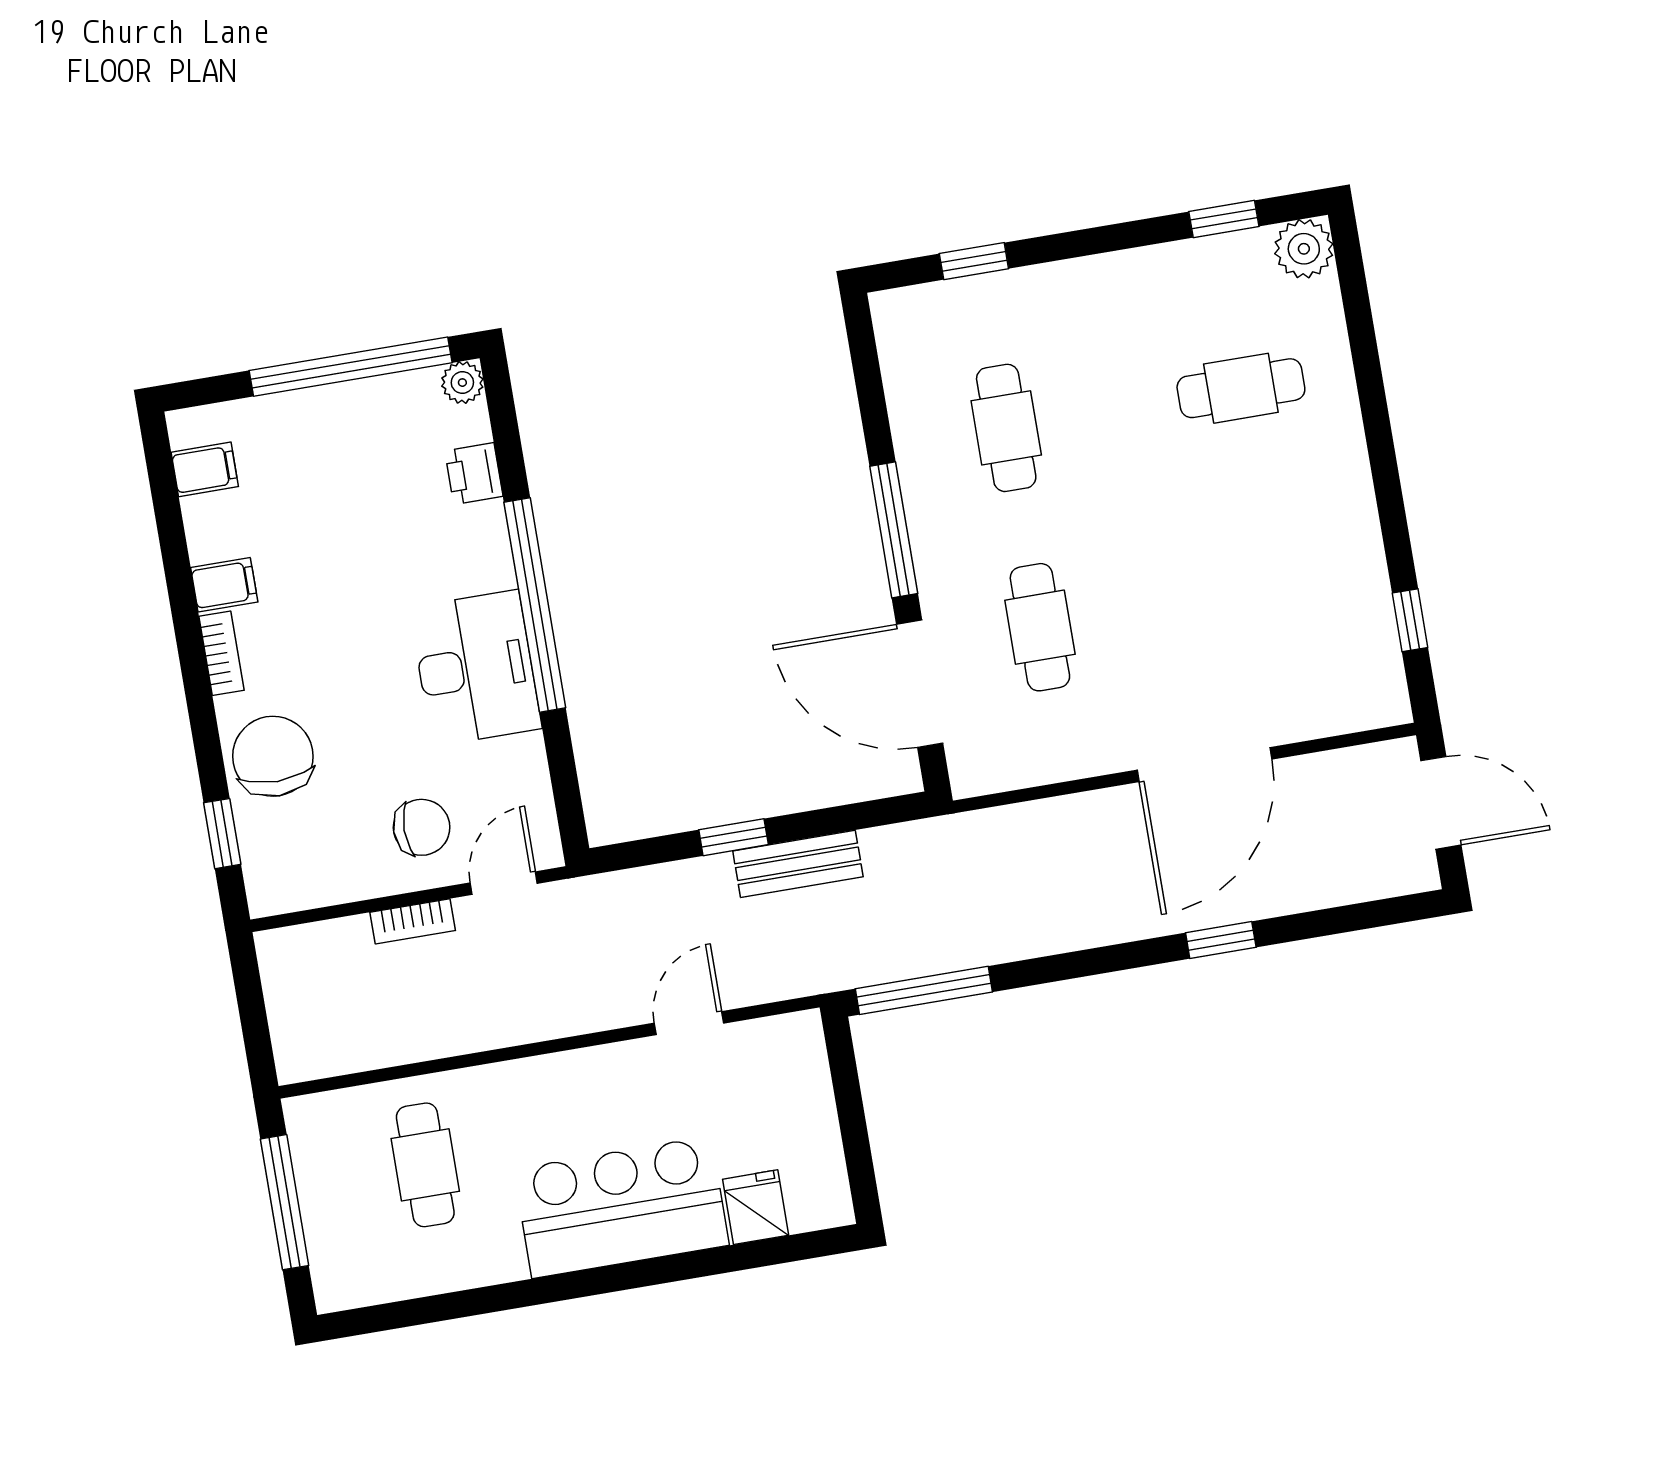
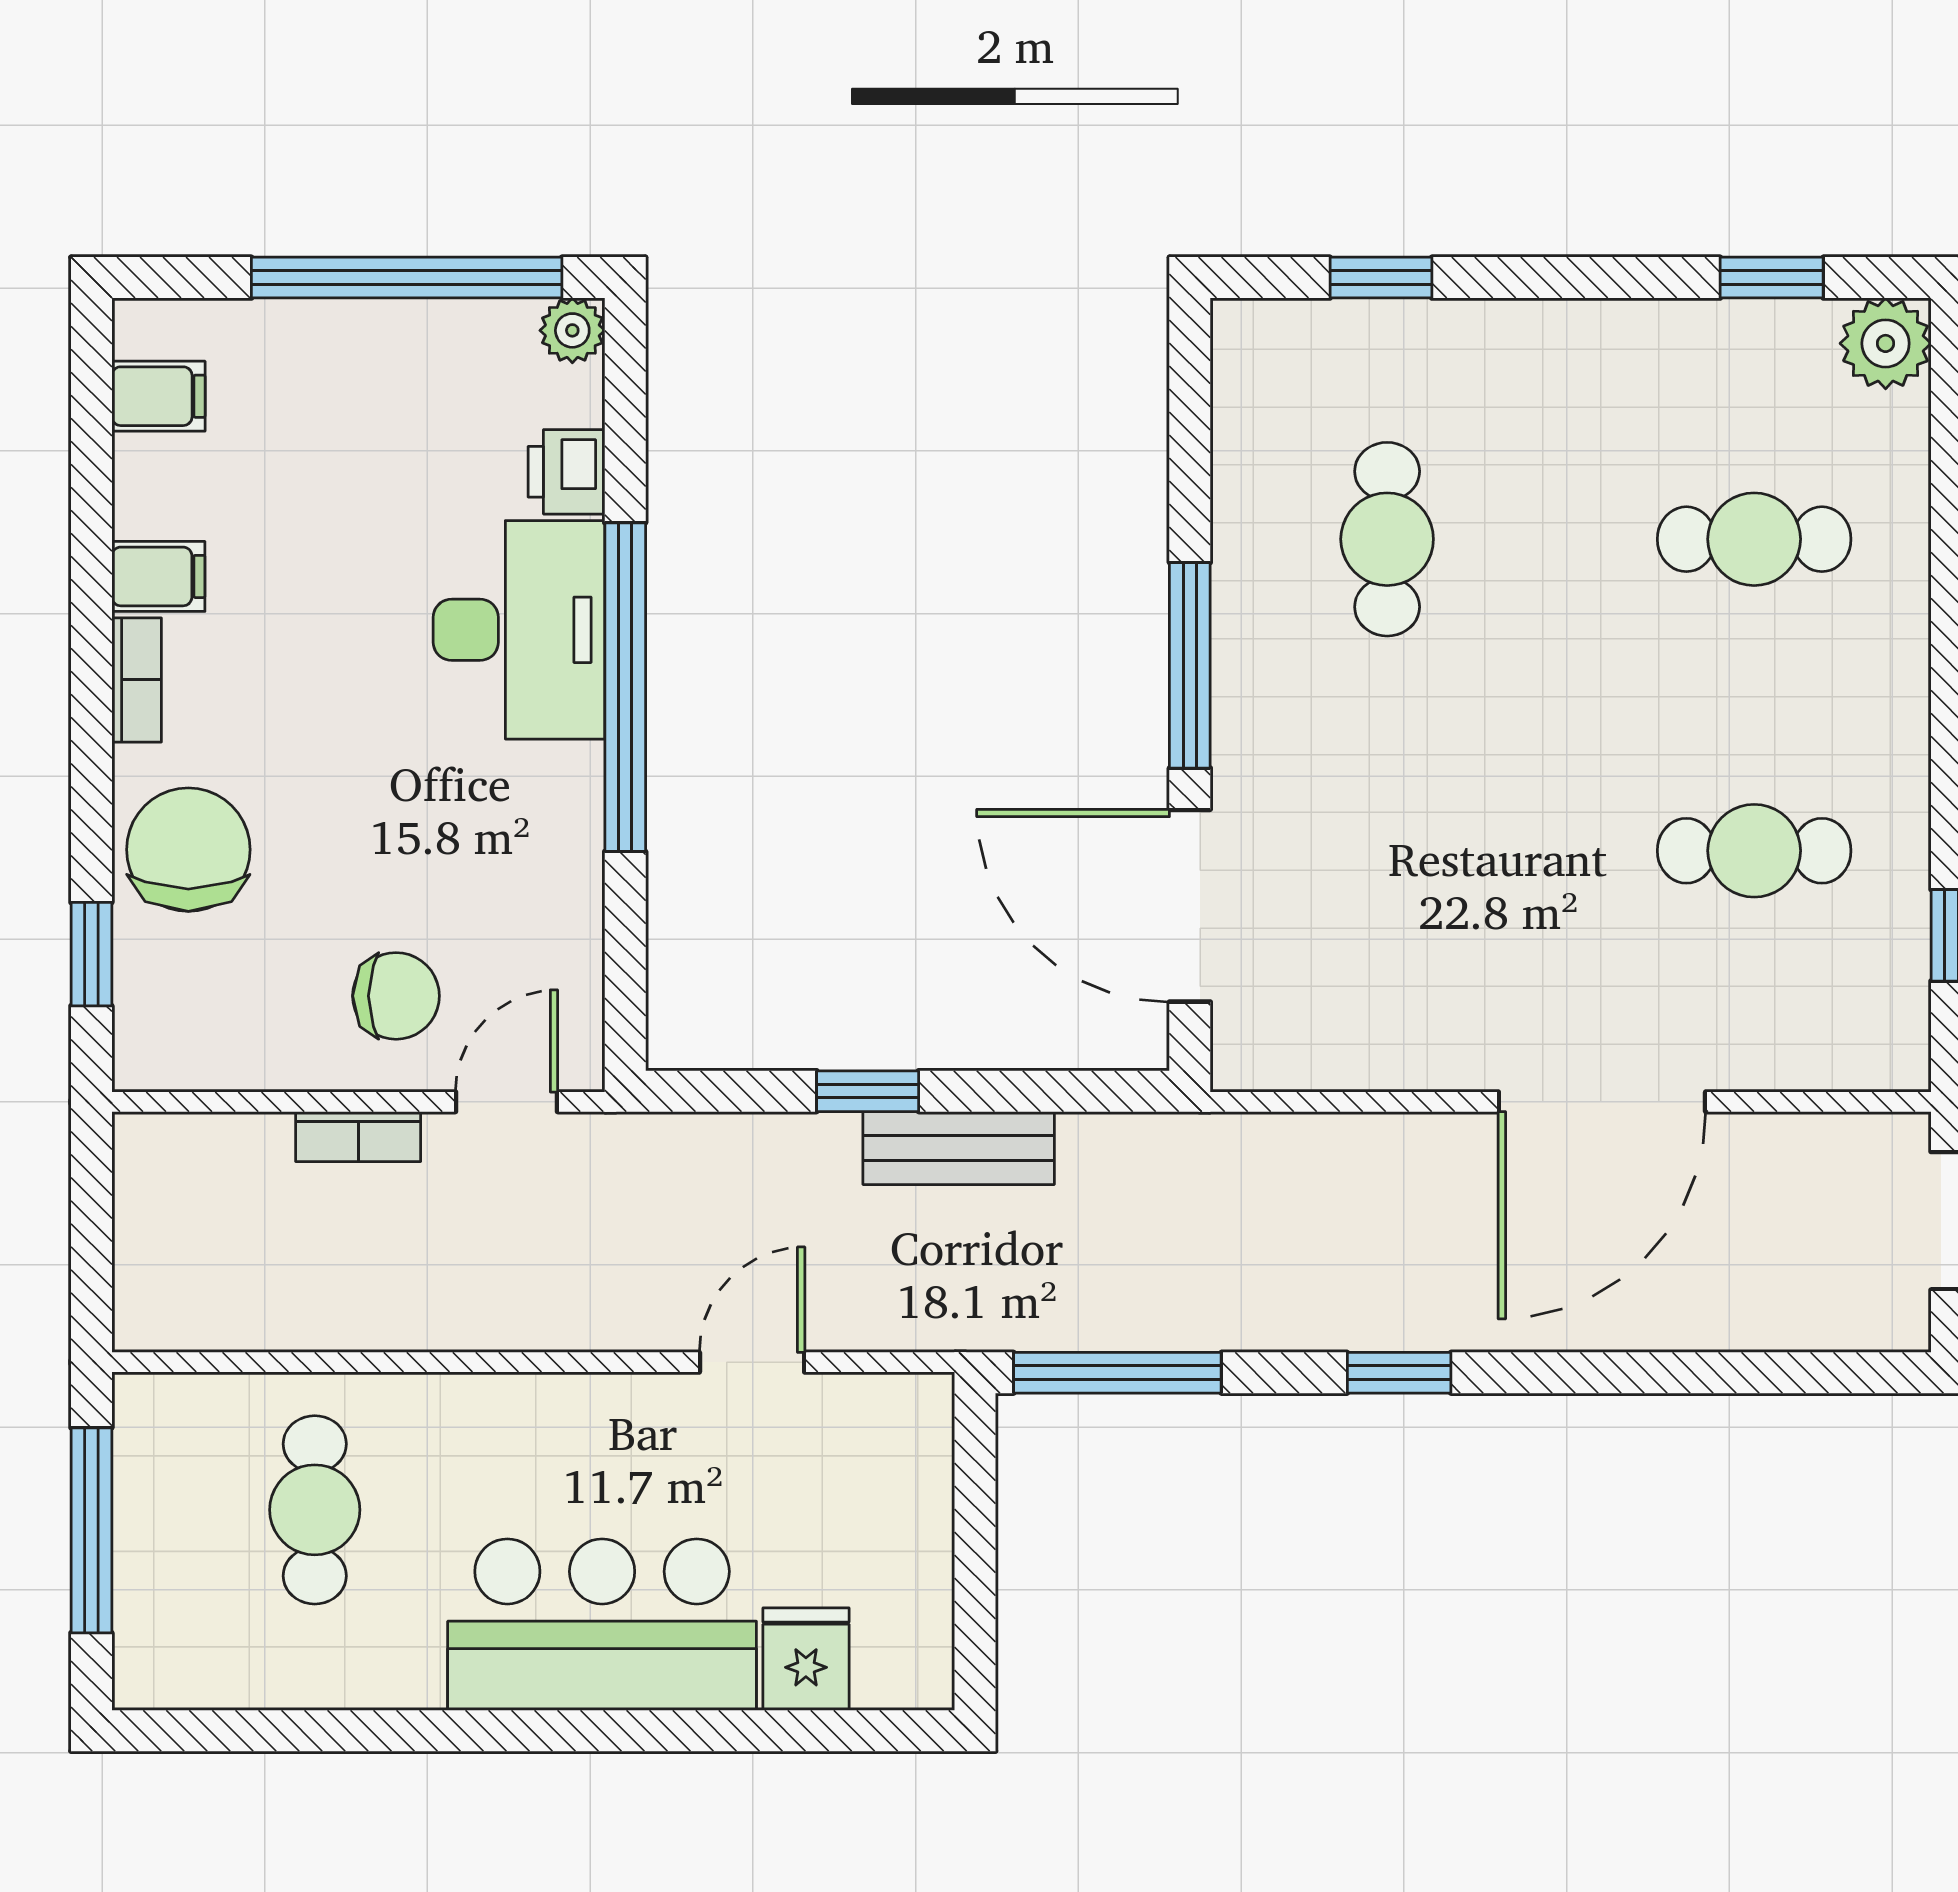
cafe table: (1040, 627) -> (1754, 851), moved, turned 90
desk: (476, 668) -> (519, 630), moved
window: (1221, 940) -> (1399, 1373), moved

